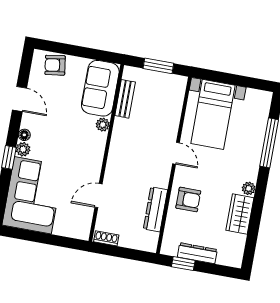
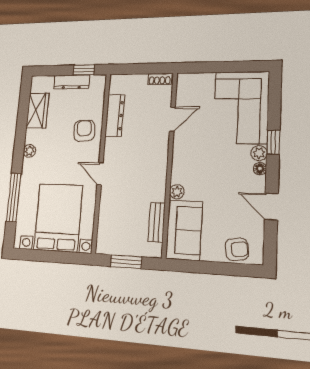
bed with nightstands: (213, 114) -> (58, 218), width x1.36
armchair: (188, 199) -> (84, 131), turned 86
wardrobe: (240, 214) -> (37, 111), moved

